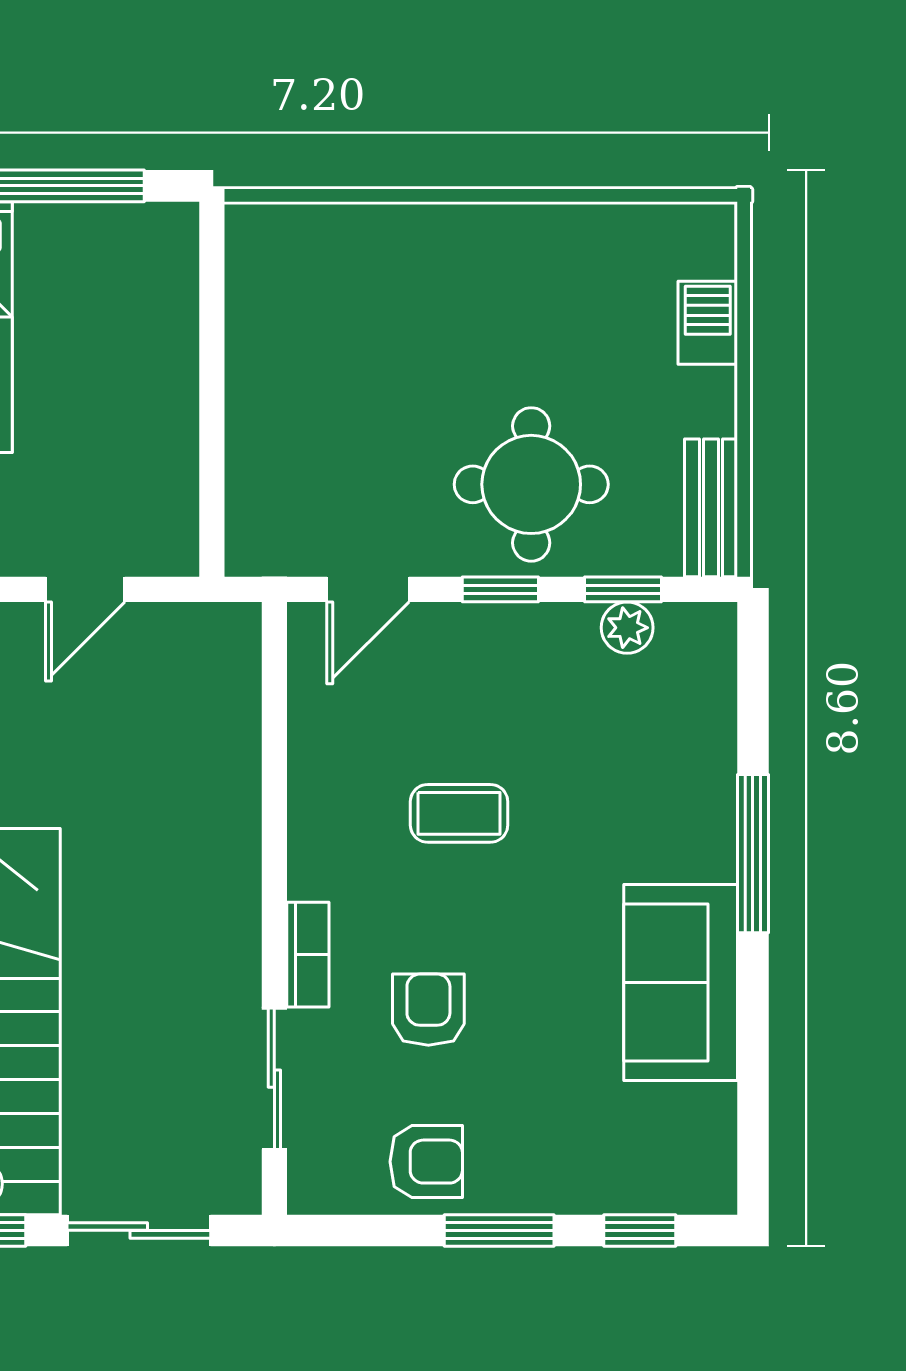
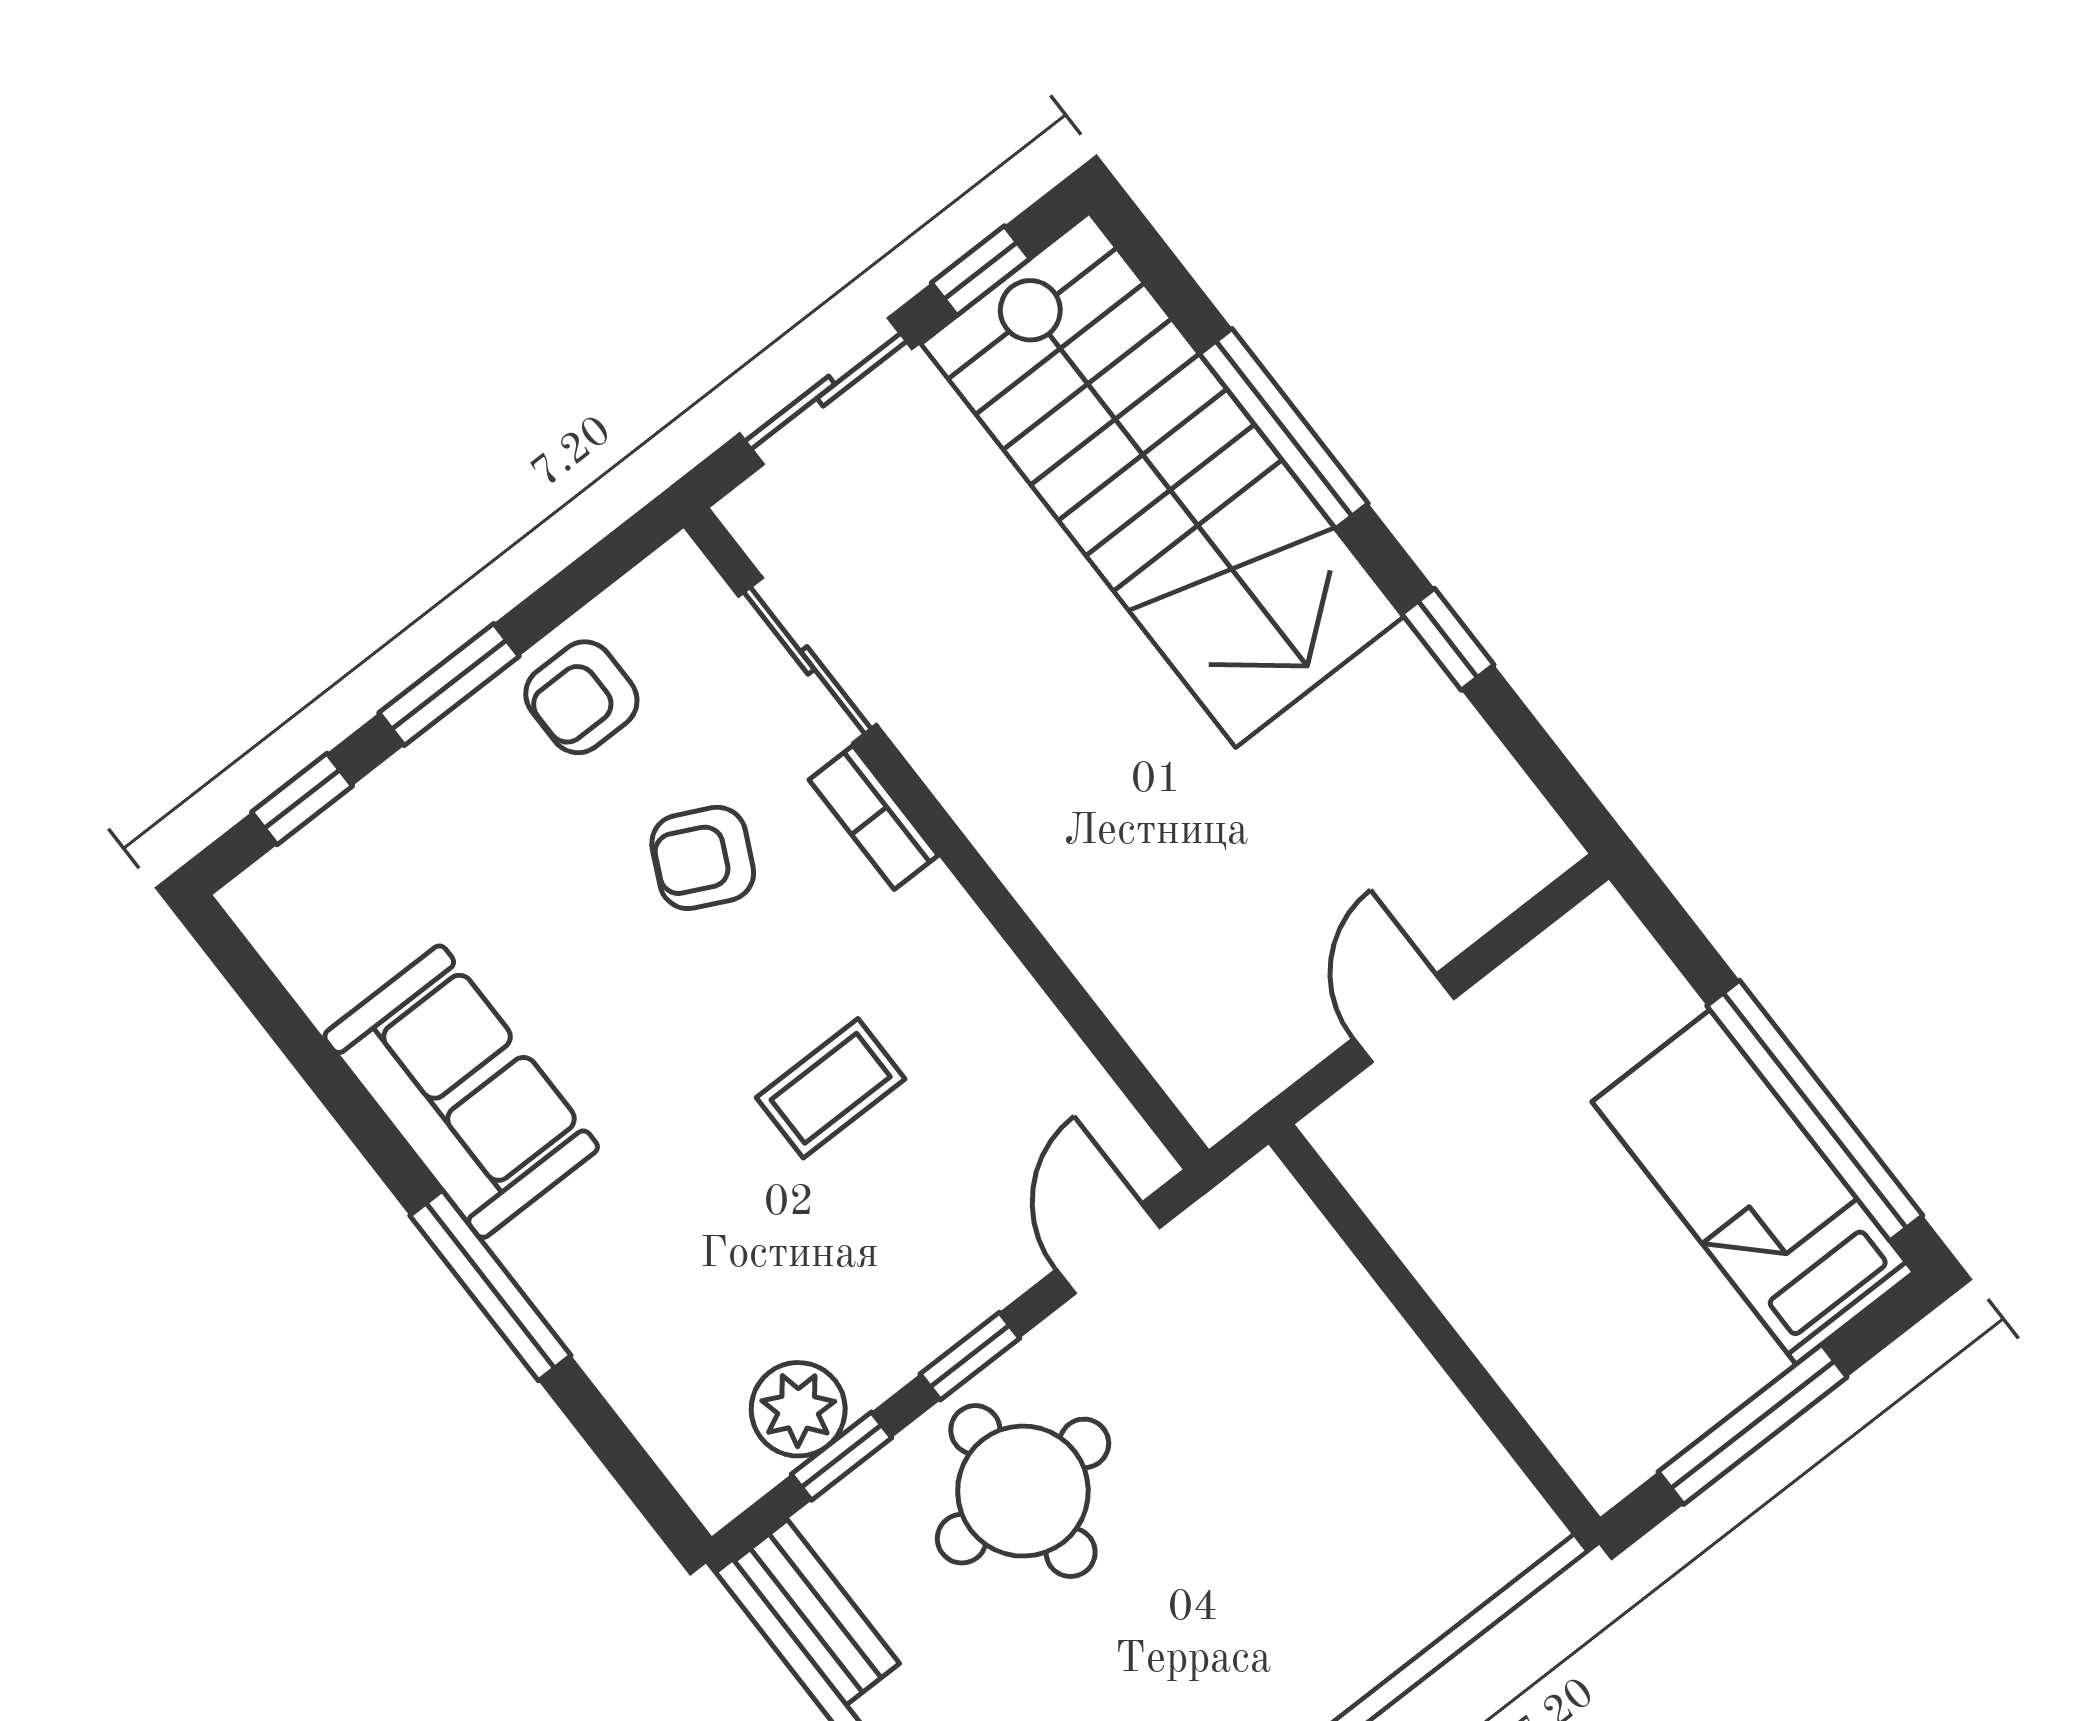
plant: (627, 628) -> (798, 1409), width x1.38, depth x1.38
armchair: (428, 1010) -> (703, 858), turned 116

